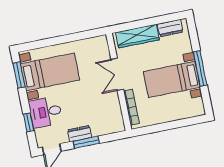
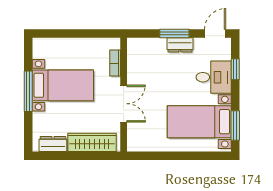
bookcase: (131, 107) -> (115, 63), width x0.64

